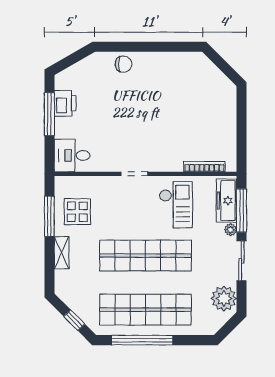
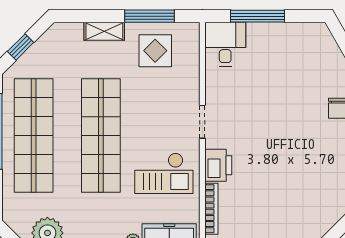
printer: (65, 103) -> (218, 165), moved, turned -90
window: (49, 114) -> (258, 16), moved

